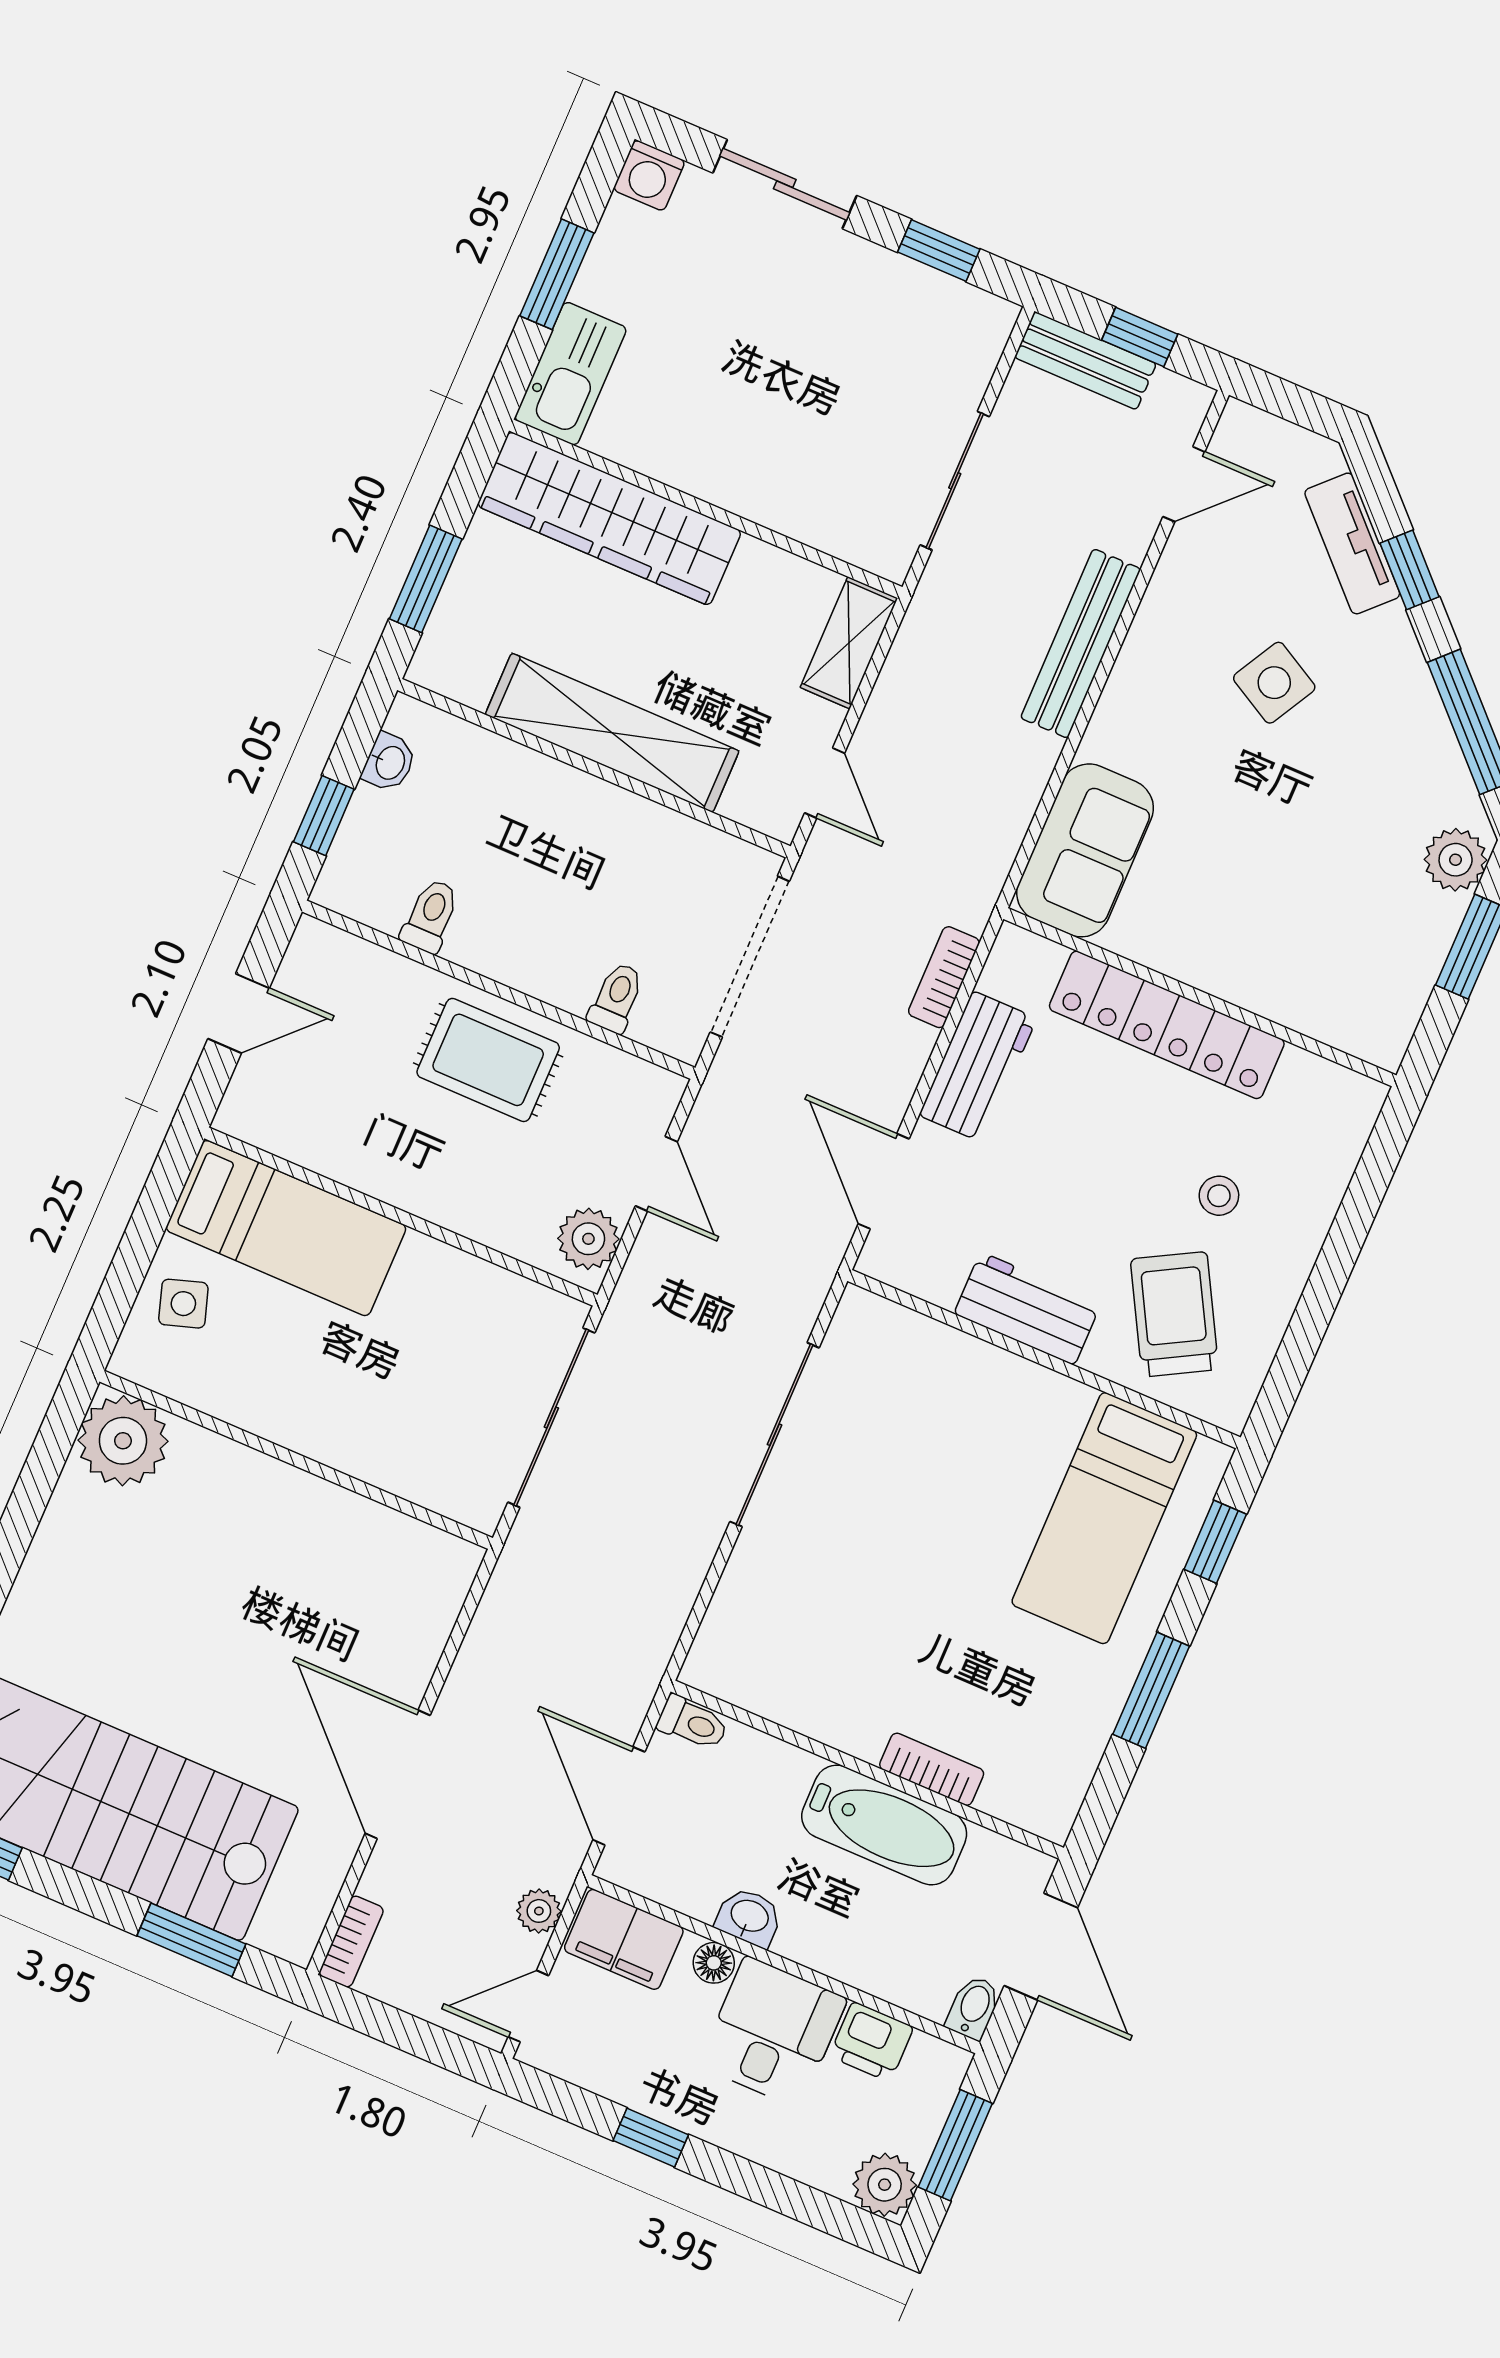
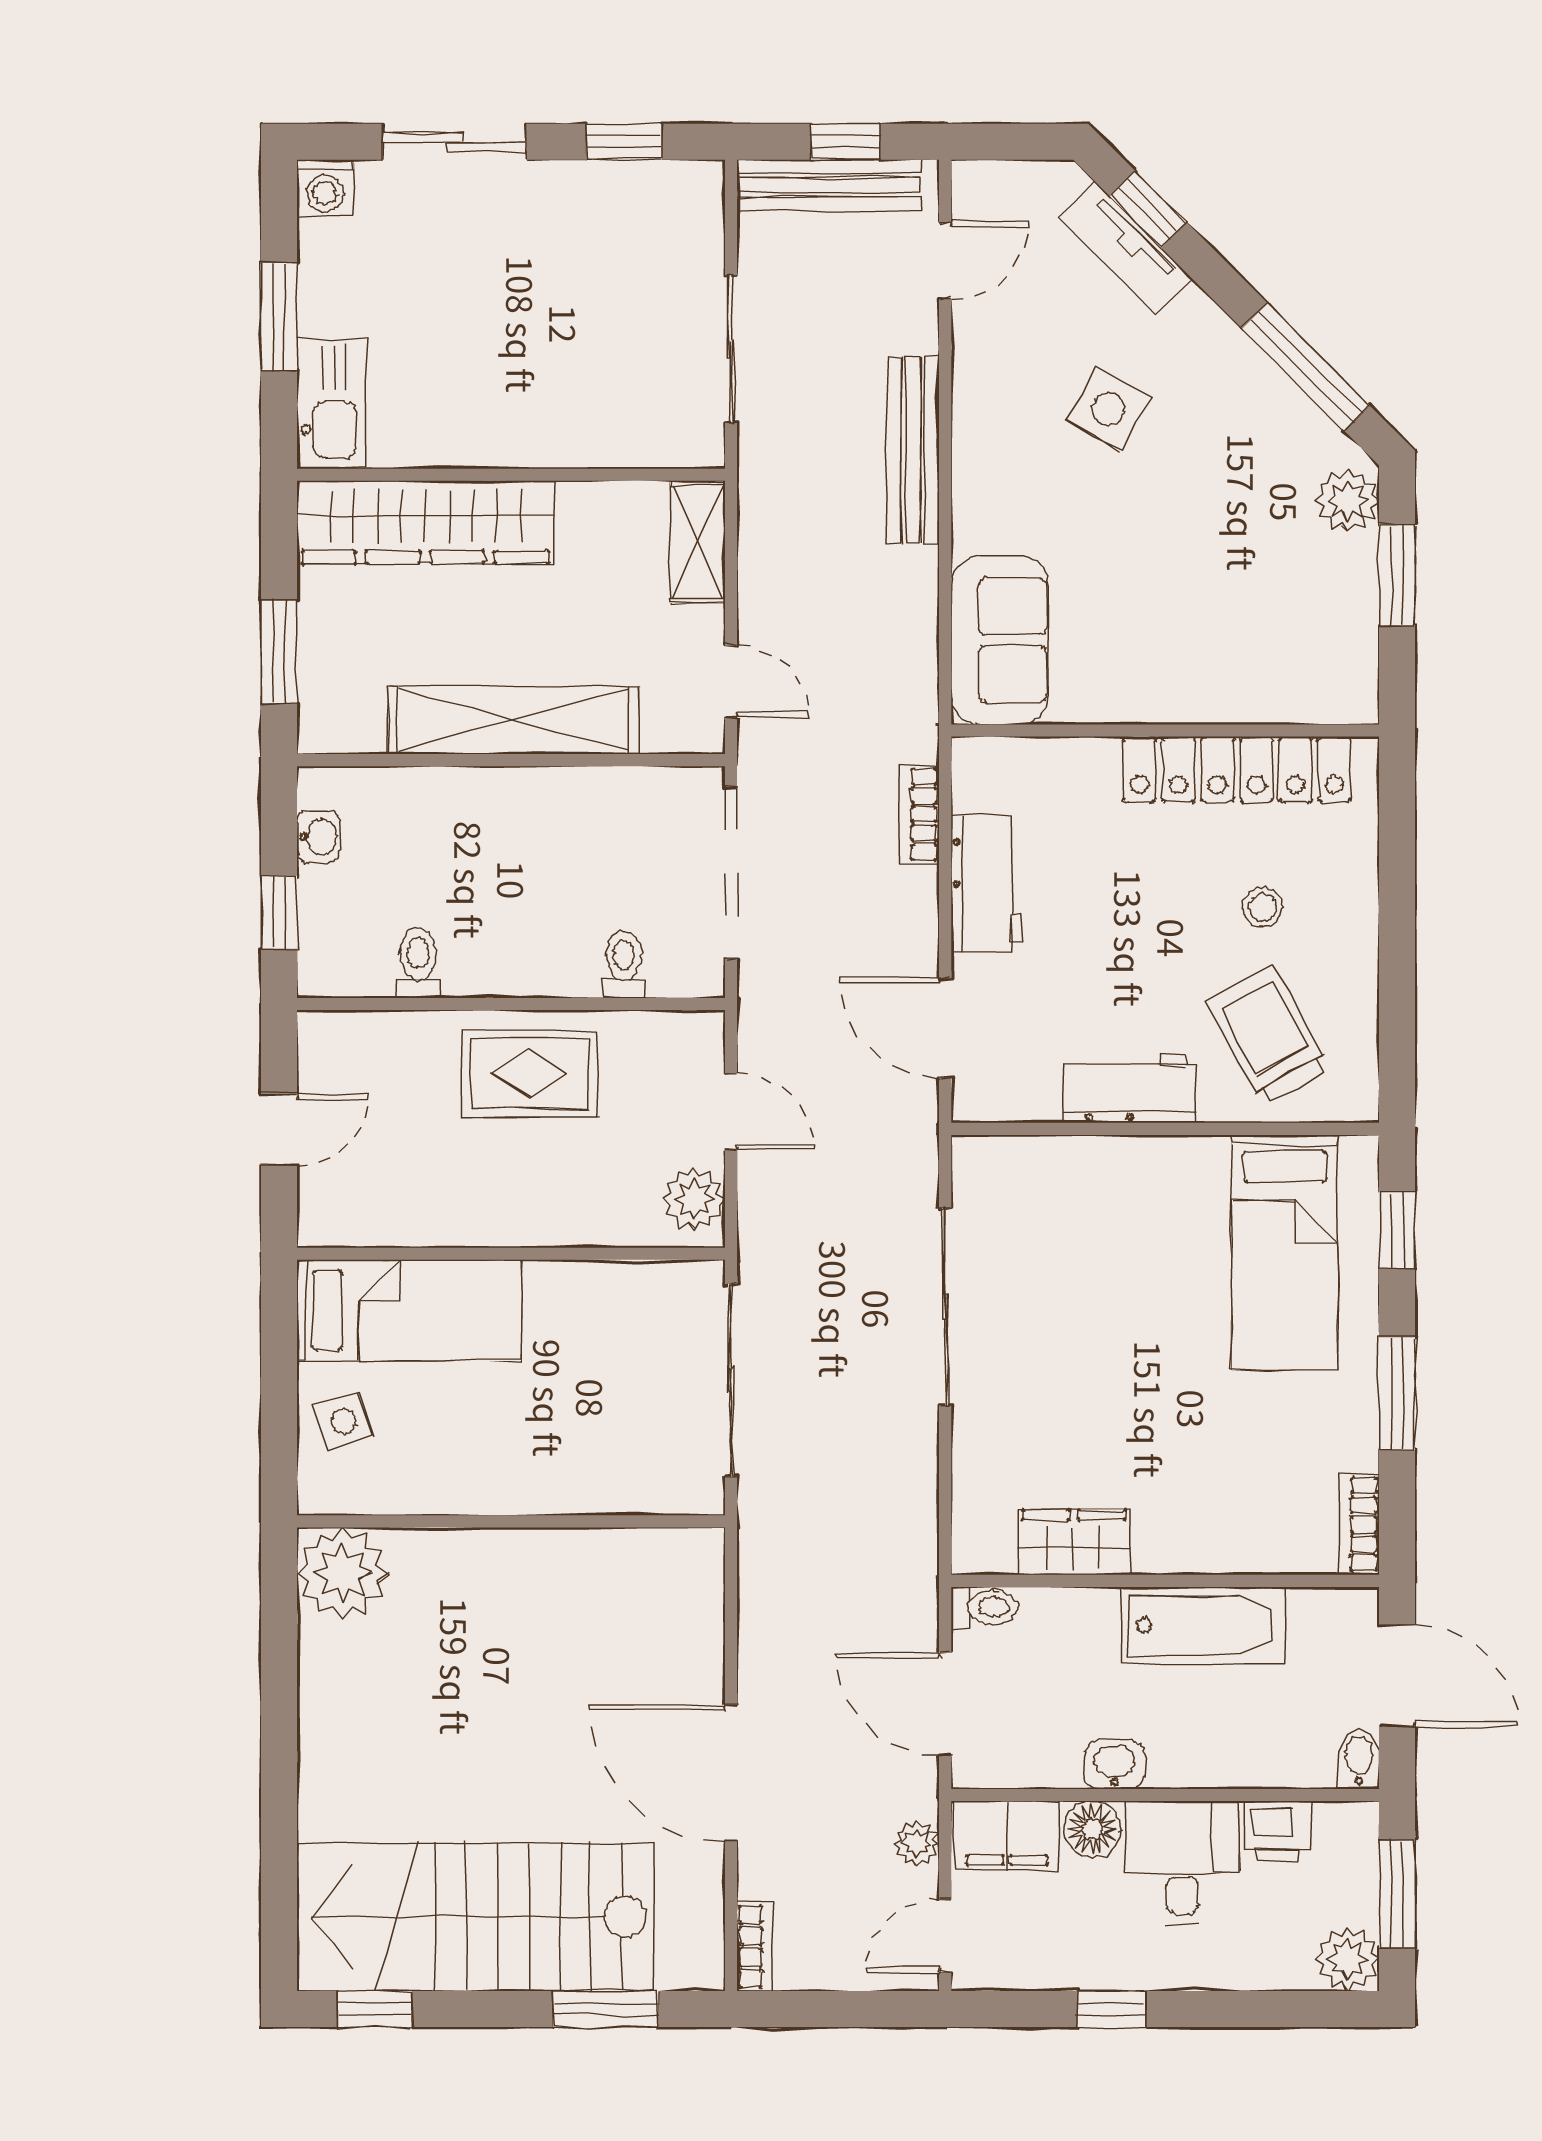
bench: (1085, 361) -> (829, 185), width x1.36
window: (1410, 570) -> (1148, 209), moved
locker: (1167, 1025) -> (1237, 769), moved
wardrobe: (799, 1699) -> (1074, 1542), added
bookcase: (932, 1769) -> (1359, 1524), moved, turned -90
floor lamp: (714, 1963) -> (1092, 1829), width x1.37, depth x1.37

